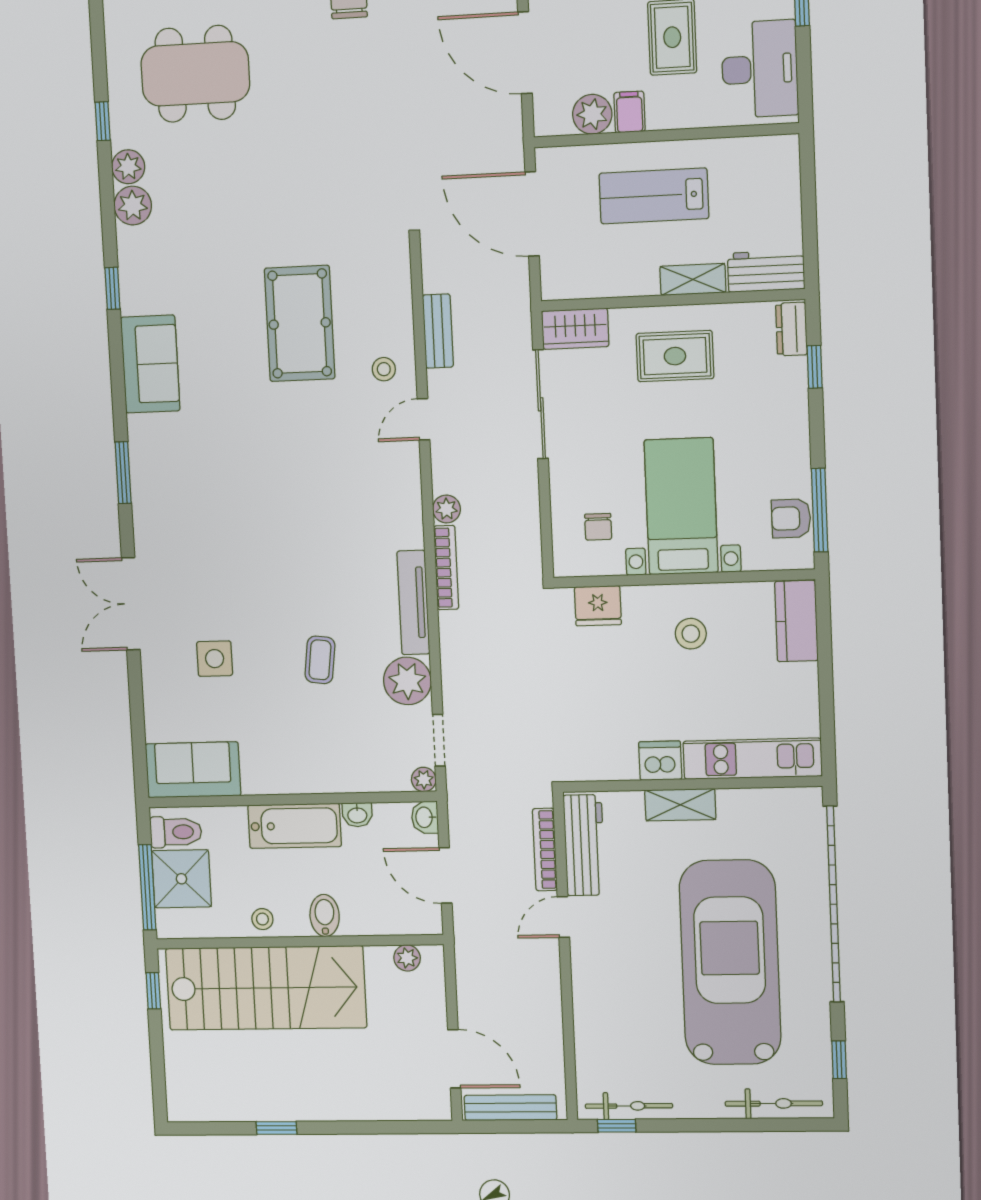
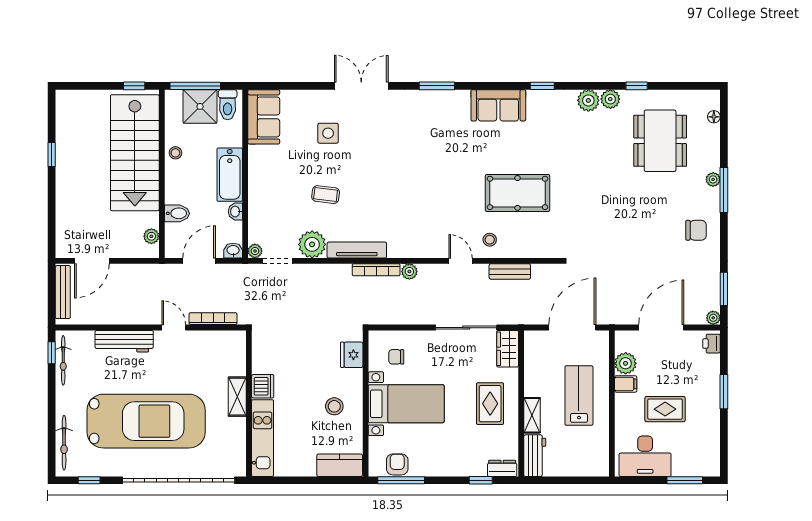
workbench: (584, 845) -> (124, 341), moved
bidet: (325, 916) -> (177, 213), moved

